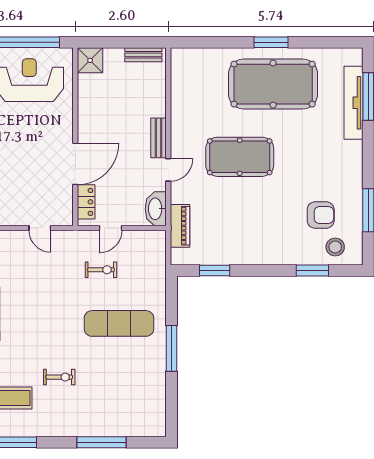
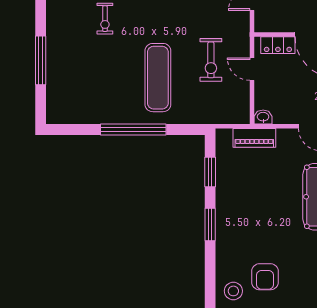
washbasin: (156, 209) -> (263, 117), width x0.52, depth x0.69
exercise bike: (101, 270) -> (211, 60), width x1.38, depth x1.39
window: (312, 271) -> (210, 225), moved
window: (172, 348) -> (133, 129), width x1.46

